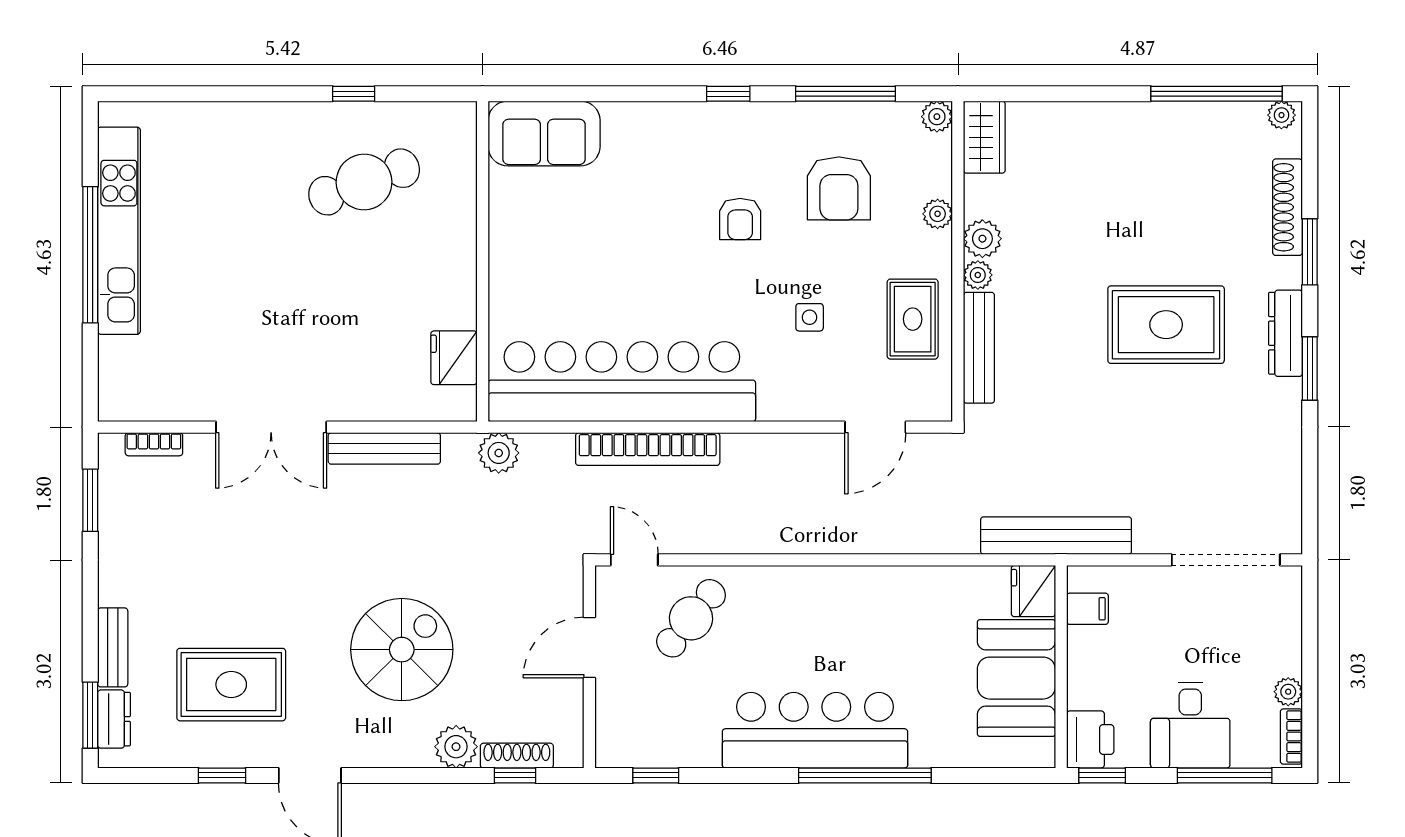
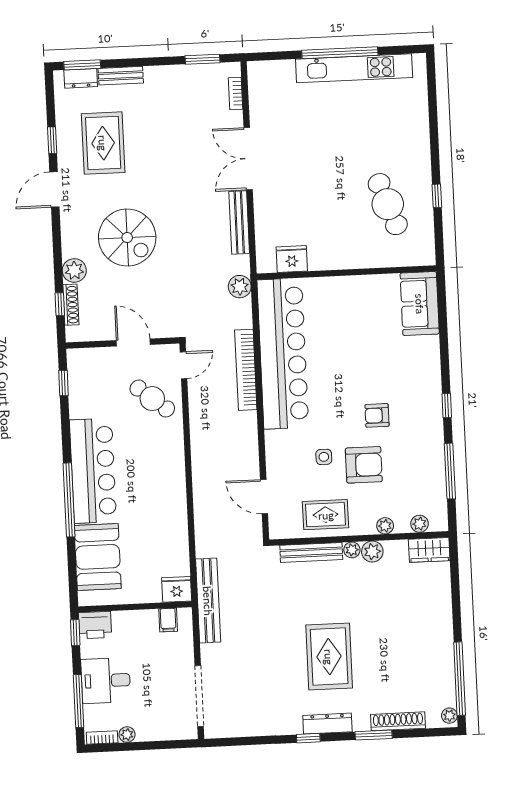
plant: (937, 117) -> (420, 524), moved
armchair: (839, 188) -> (364, 465), moved, turned 180
window: (1310, 369) -> (308, 738), width x0.67
booth: (1016, 678) -> (98, 557), moved, turned 90

